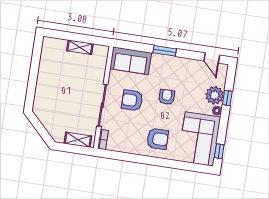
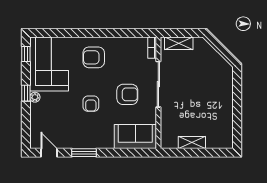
window: (165, 51) -> (84, 153), moved
plant: (215, 95) -> (40, 113), removed
window: (227, 98) -> (26, 93), moved

